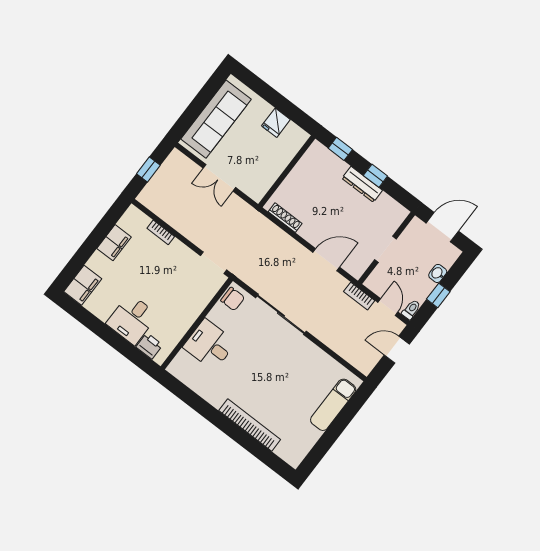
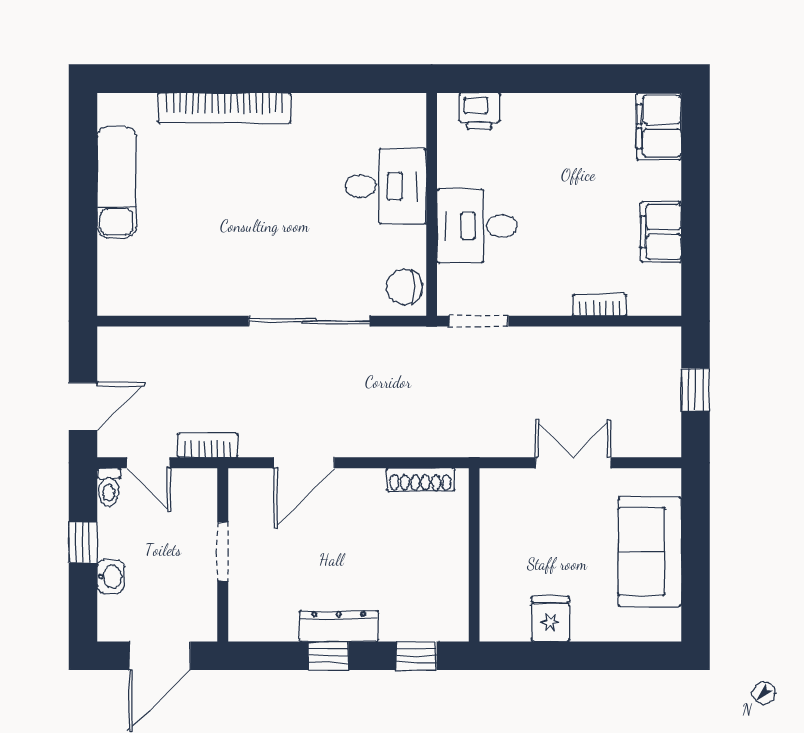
sofa: (216, 119) -> (650, 552), width x0.73
desk: (132, 319) -> (477, 226), moved, turned -90
exam couch: (333, 405) -> (117, 182), moved

